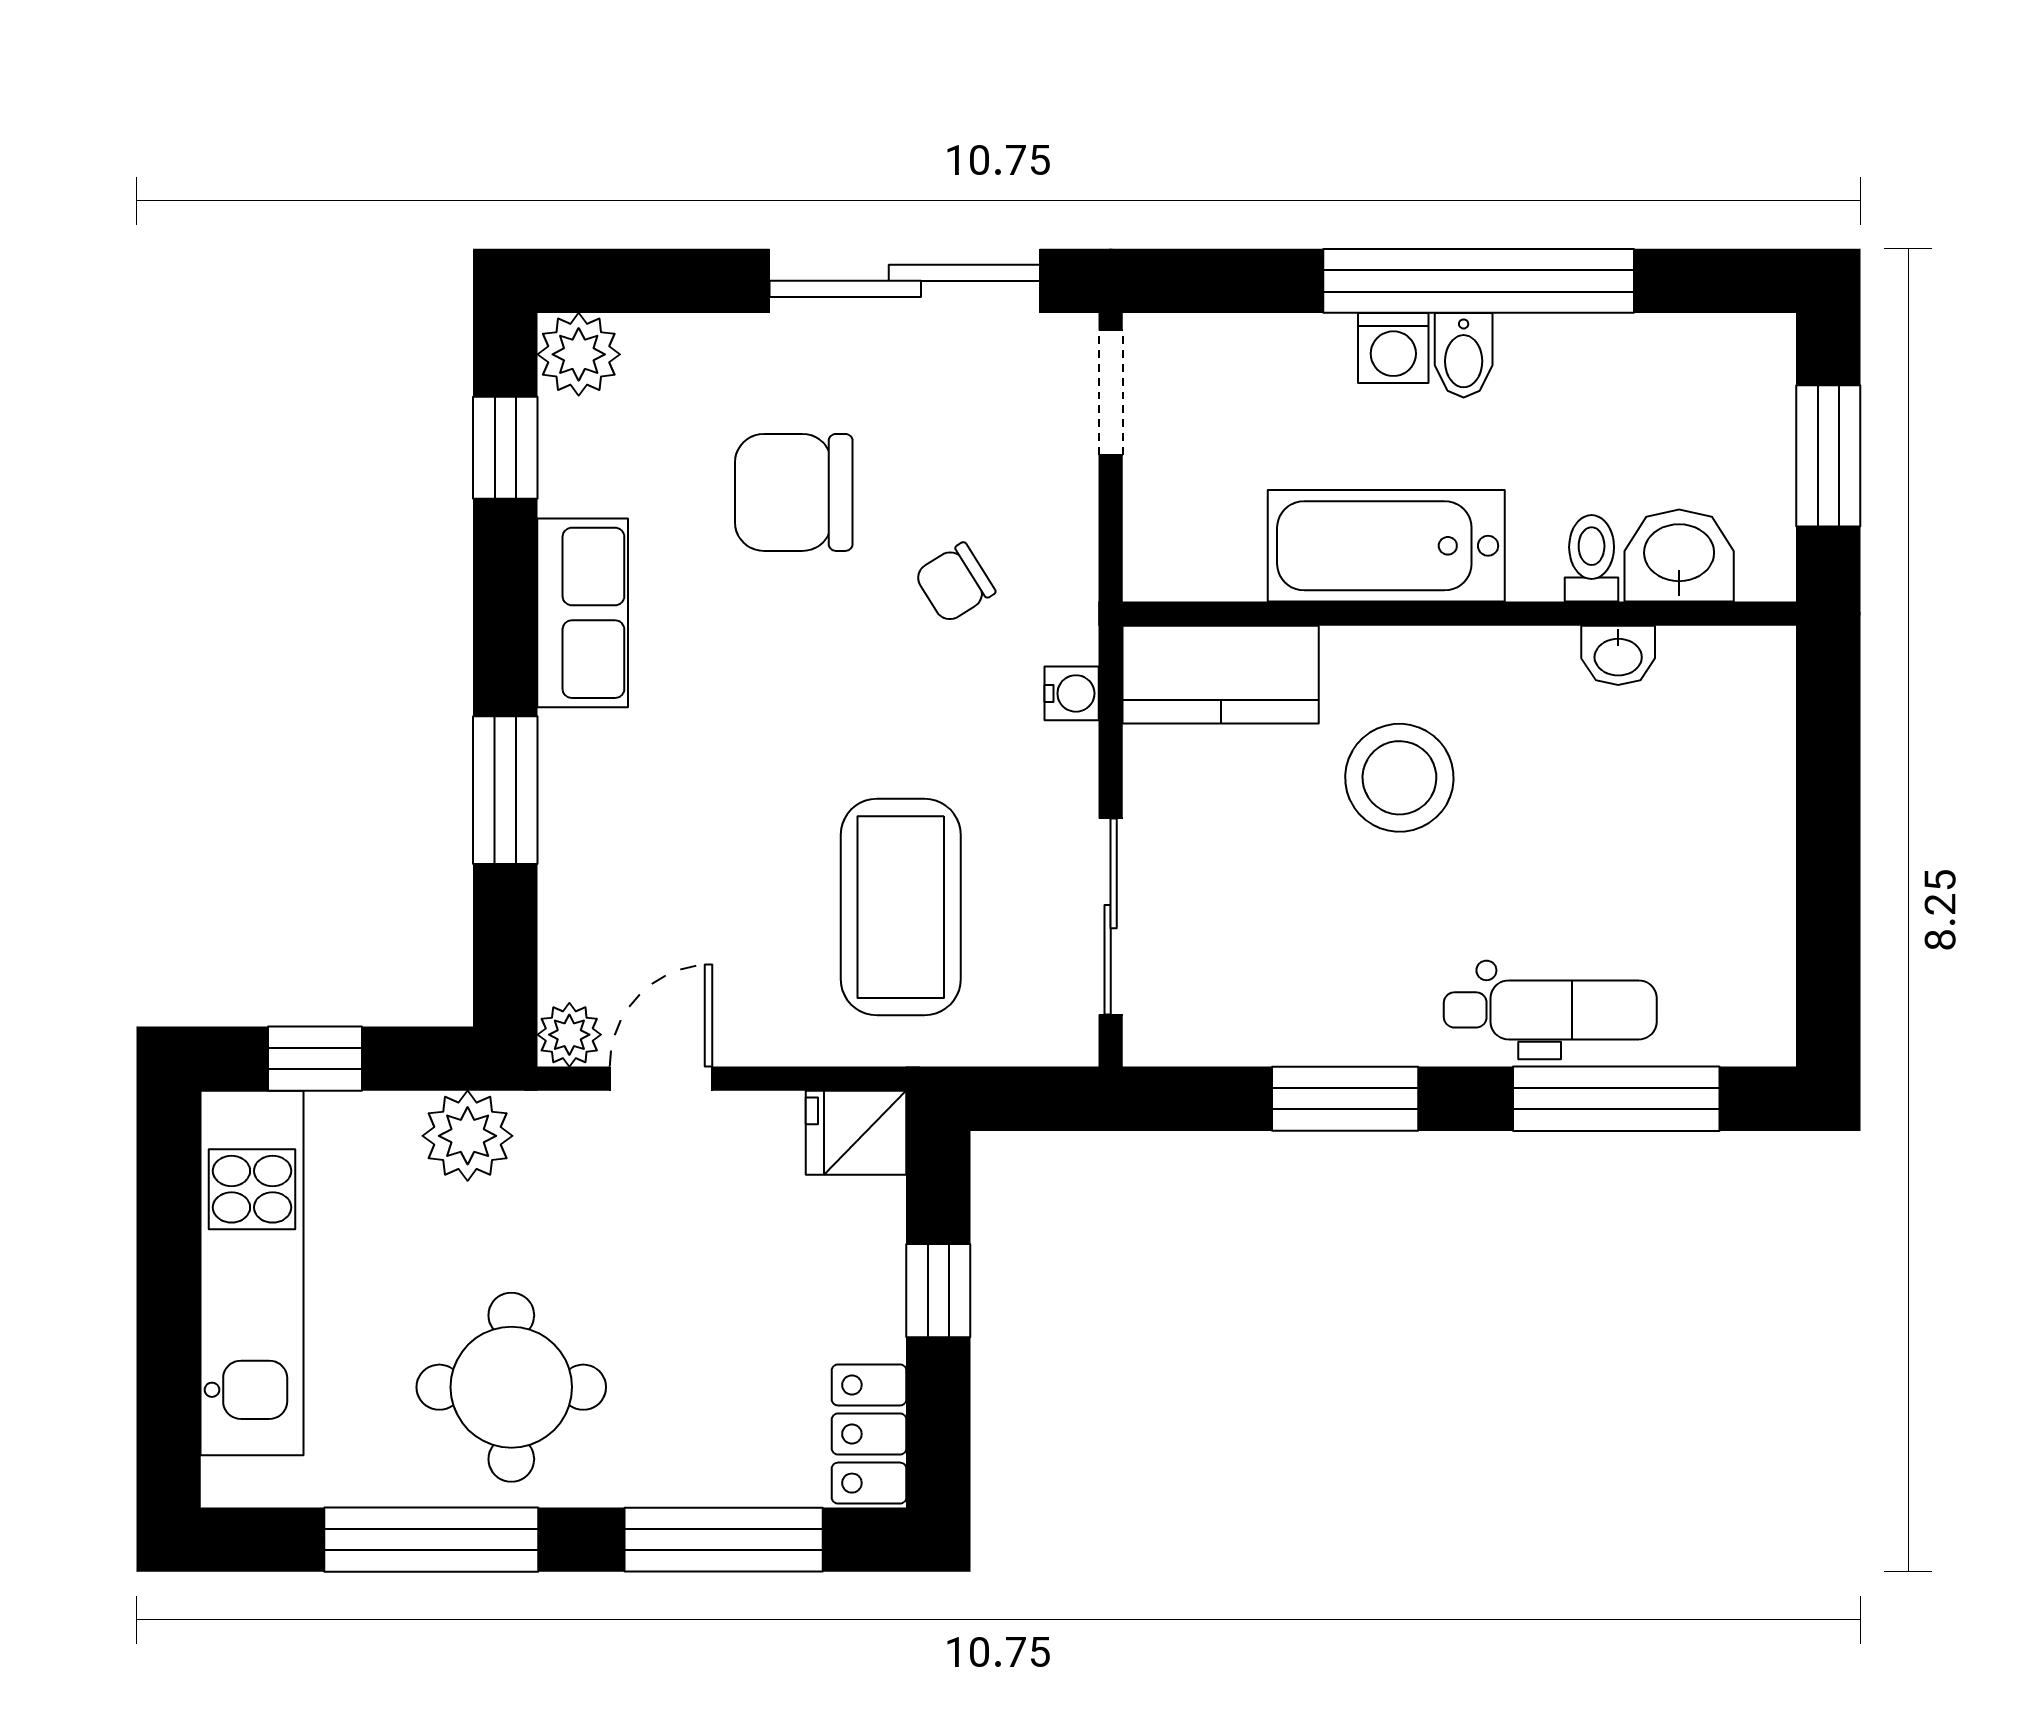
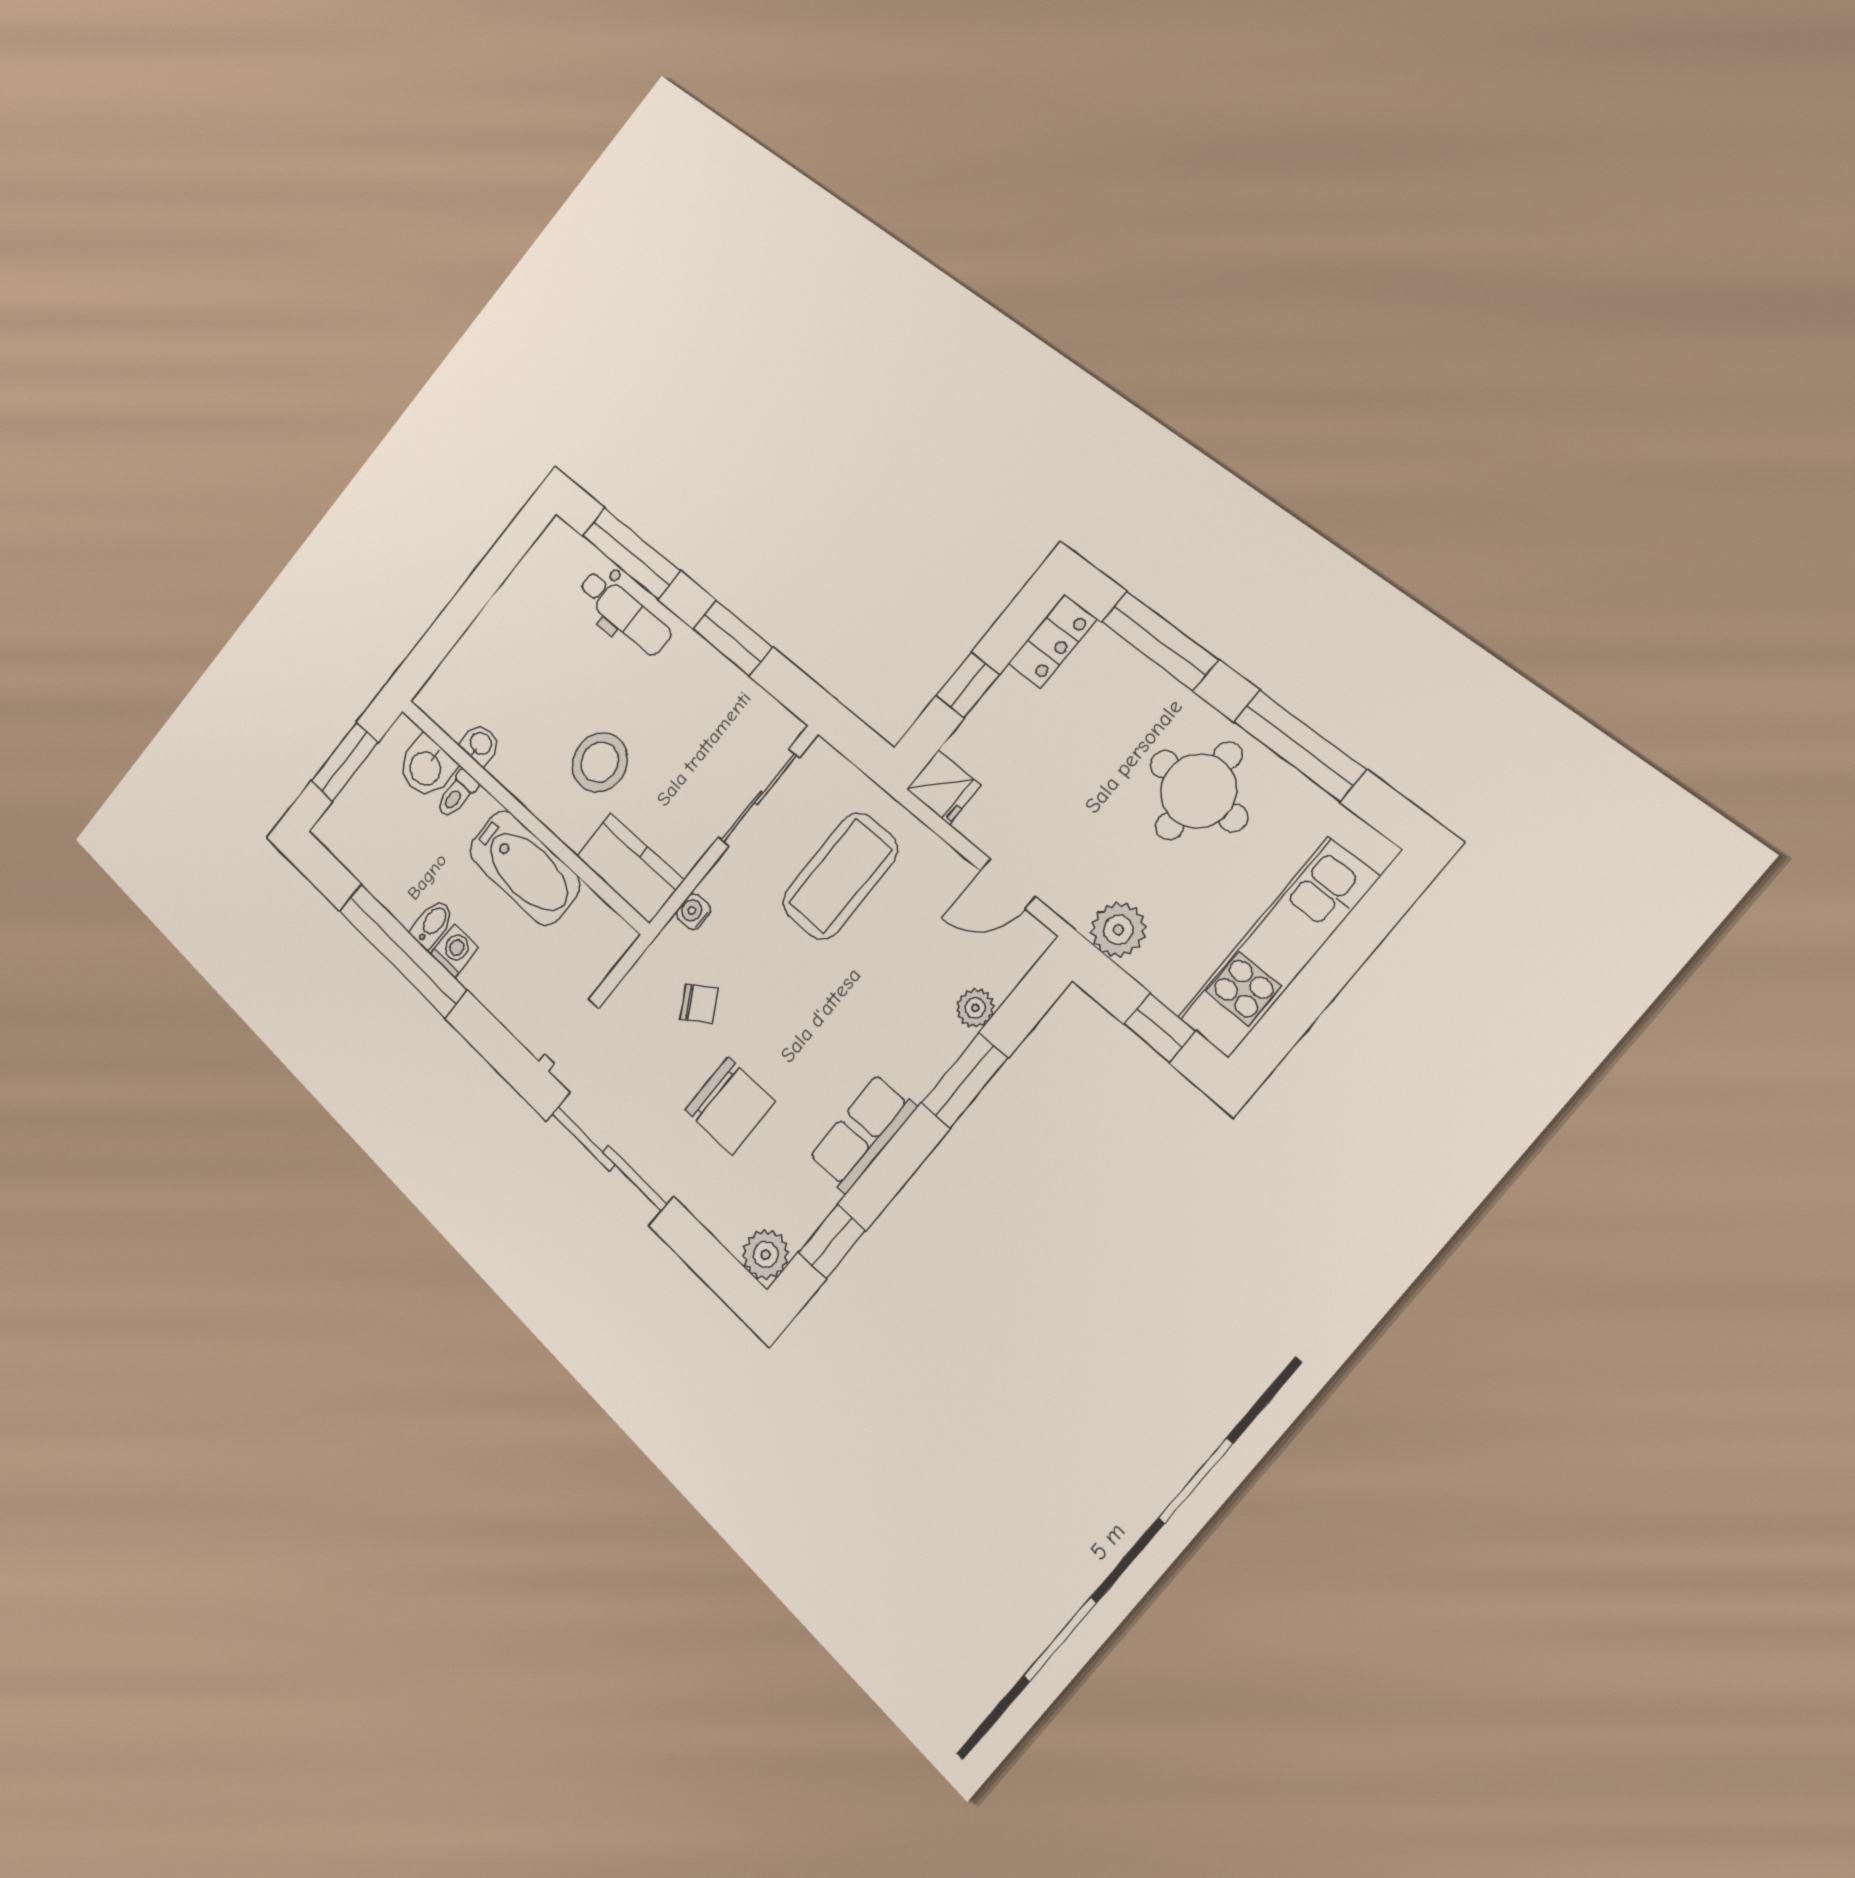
dental chair: (1550, 1010) -> (625, 612), turned 180
plant: (569, 1035) -> (975, 1008), moved

